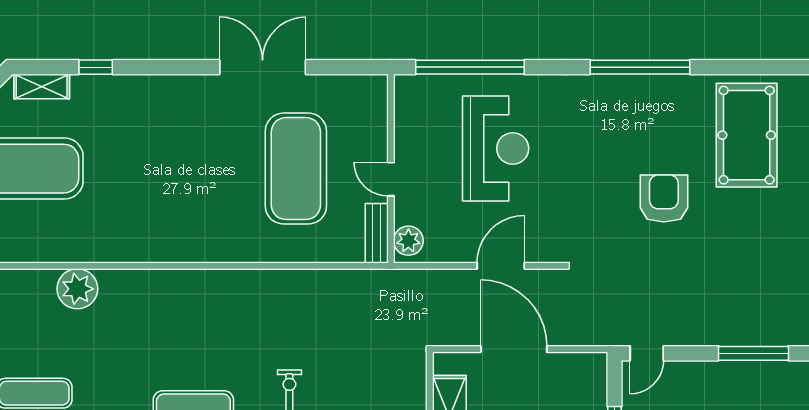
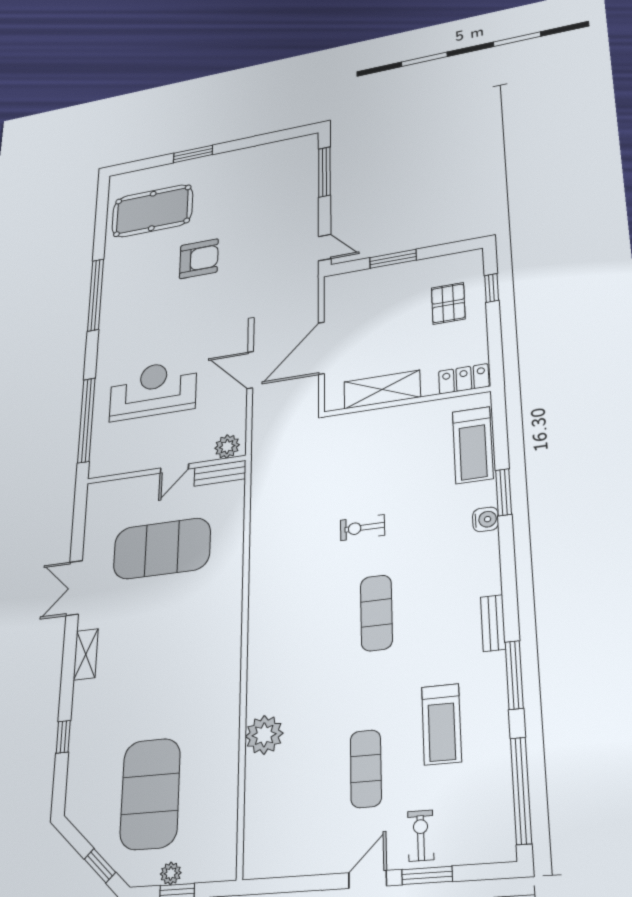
double door: (263, 67) -> (74, 588), width x0.73
shelving: (42, 87) -> (86, 654), moved
armchair: (664, 198) -> (199, 259), turned 180

